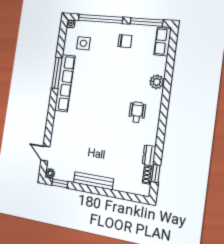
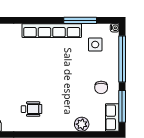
row of seats: (163, 42) -> (112, 117), moved, turned -90
window: (57, 73) -> (80, 20), moved
plant: (157, 82) -> (82, 124), moved

